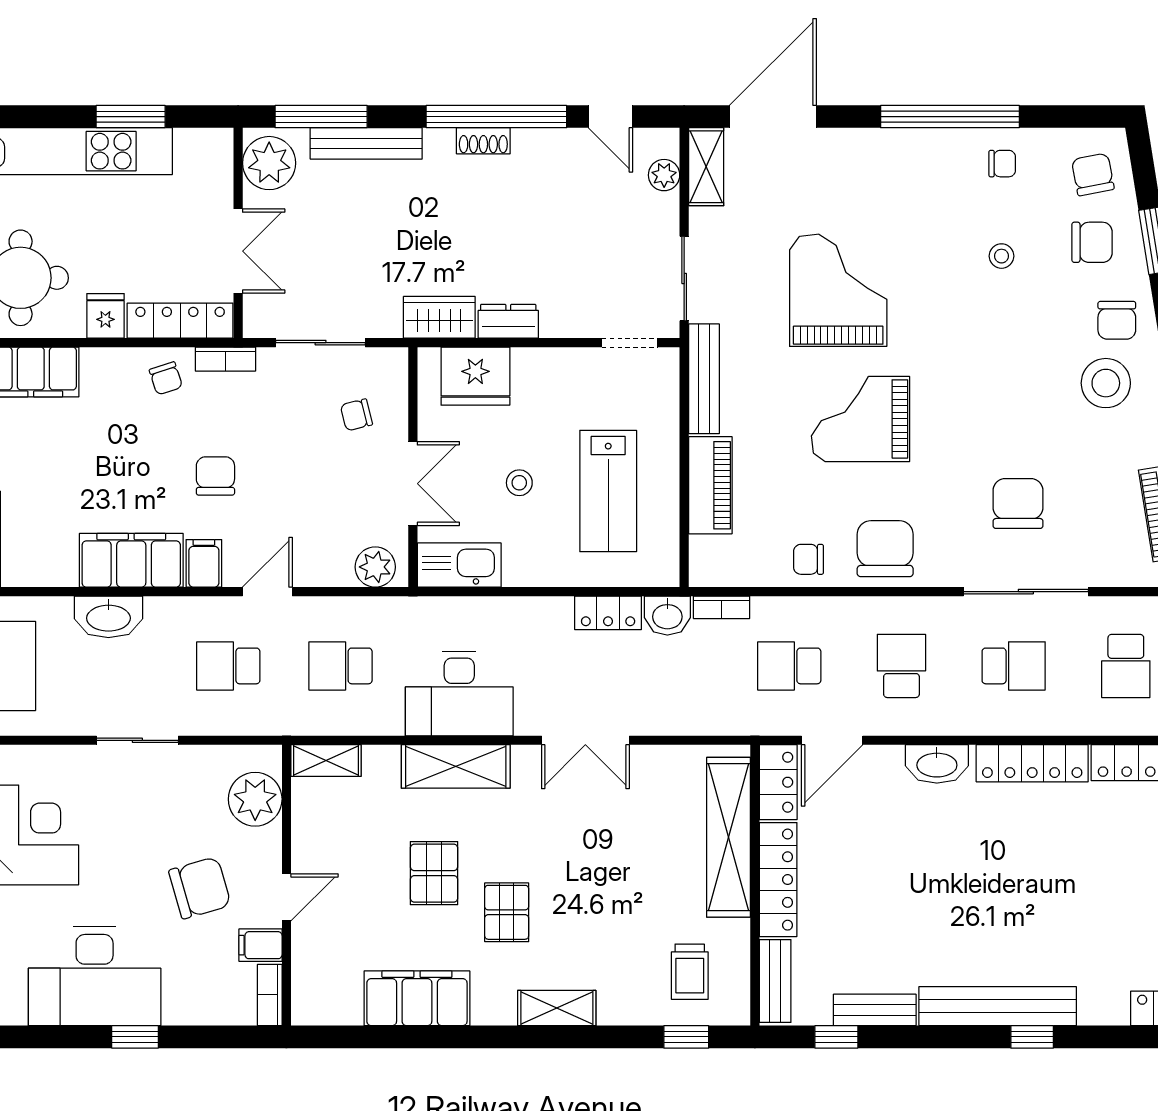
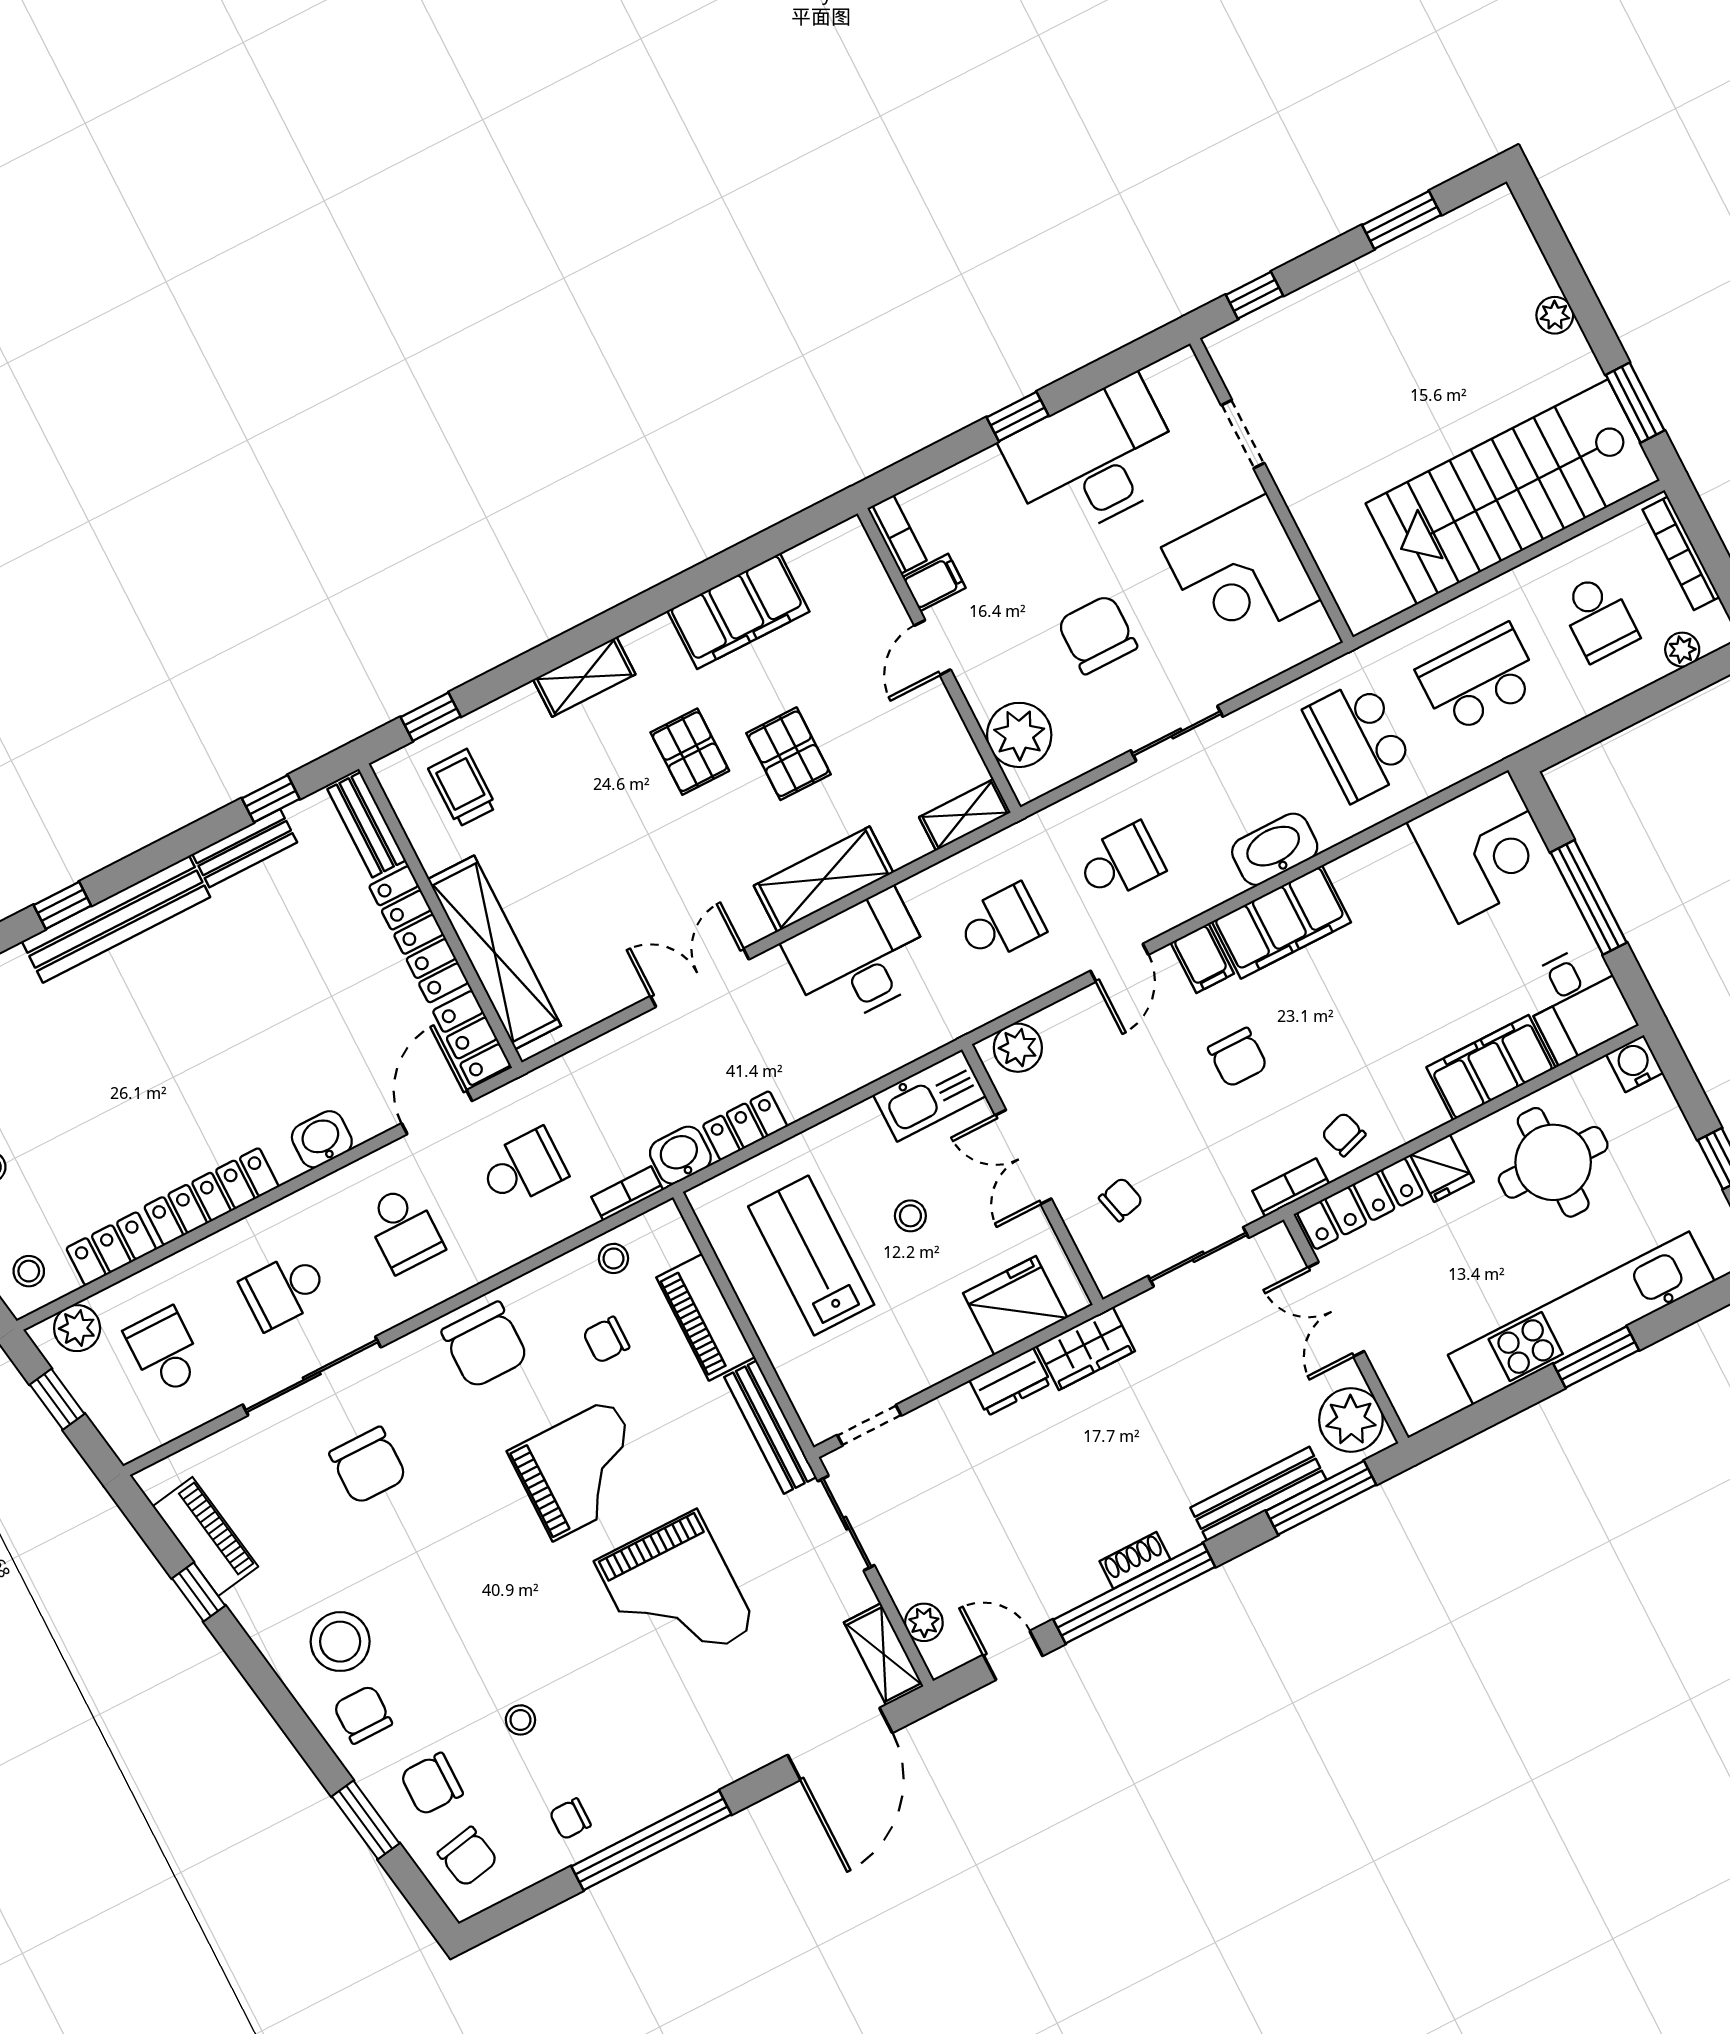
window: (131, 117) -> (1596, 1357), moved
chair: (808, 559) -> (606, 1340), moved, turned 180
stool: (756, 564) -> (614, 1258), added
washbasin: (937, 764) -> (322, 1139), width x0.72
chair: (200, 888) -> (1097, 634), moved, turned 106

